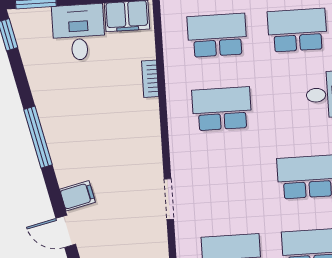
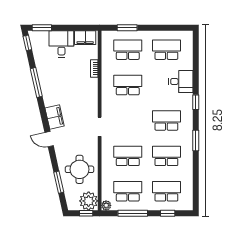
window: (38, 137) -> (36, 82), moved
filing cabinet: (78, 196) -> (55, 117), width x2.00

